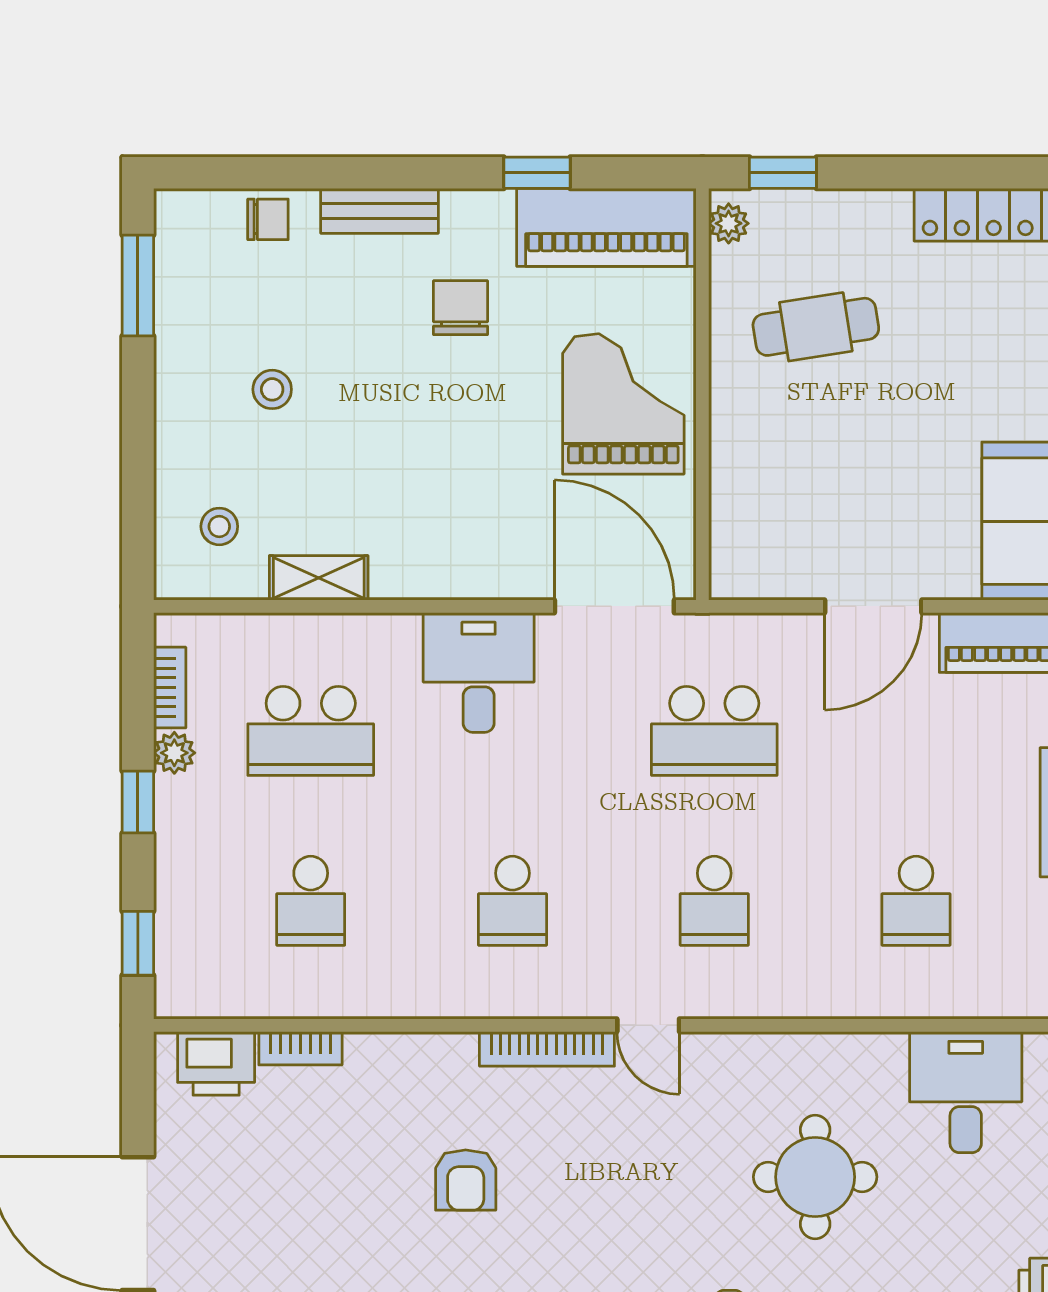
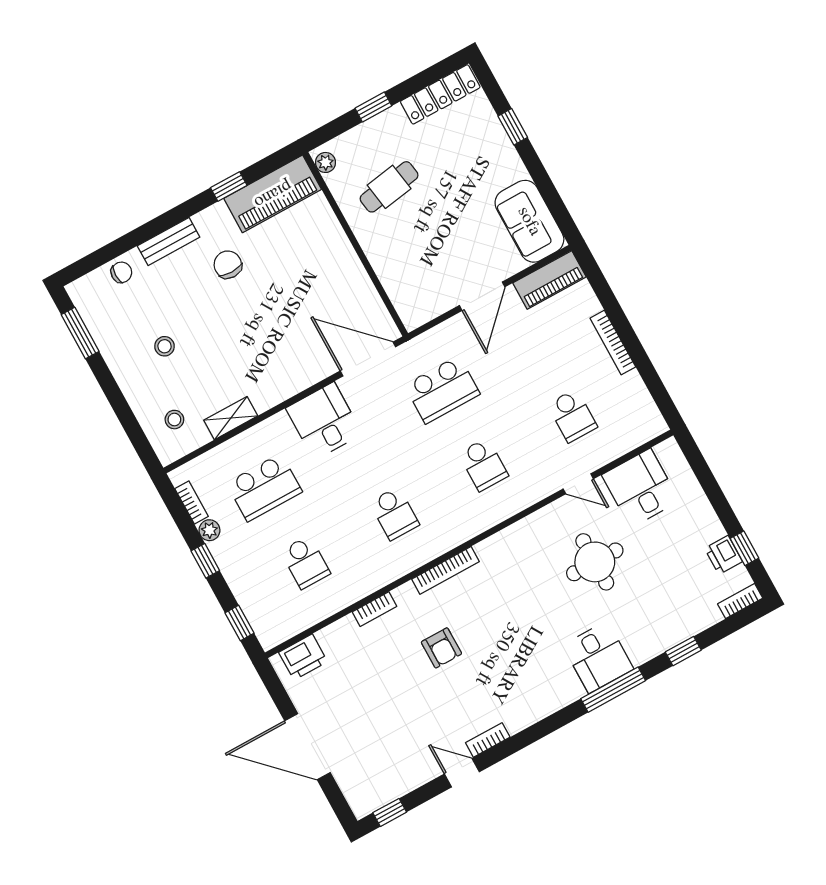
window: (783, 173) -> (373, 107), moved
grand piano: (623, 404) -> (323, 268), removed
door: (648, 1025) -> (578, 484), moved
bookcase: (300, 1048) -> (374, 609), moved

